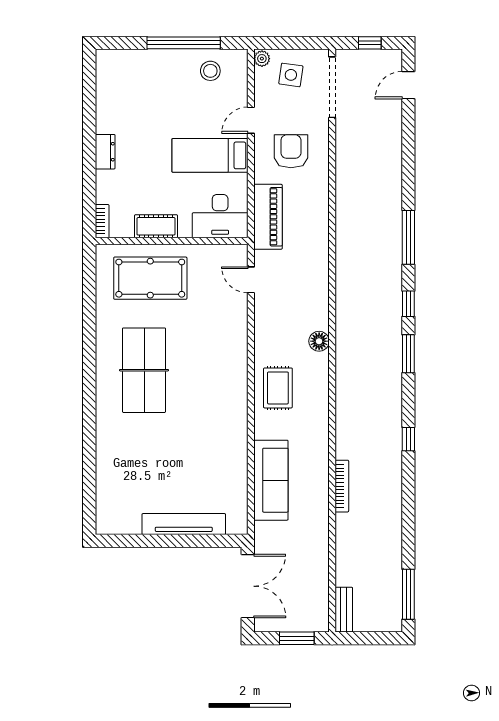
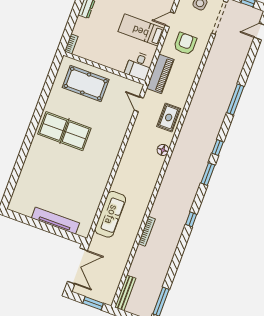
desk: (220, 216) -> (139, 66), width x0.73
cot: (156, 226) -> (99, 57), removed
window: (408, 237) -> (235, 99), moved
table tennis table: (144, 370) -> (64, 131), turned 90
rug: (278, 388) -> (169, 117), moved
bench: (344, 610) -> (125, 293), width x1.36

